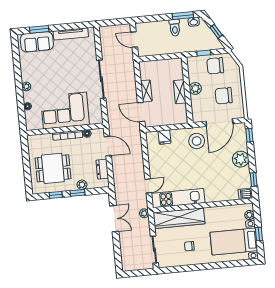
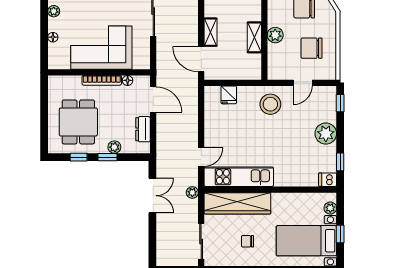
door: (219, 123) -> (303, 83), width x0.53
dining table: (53, 168) -> (78, 122), turned 90

